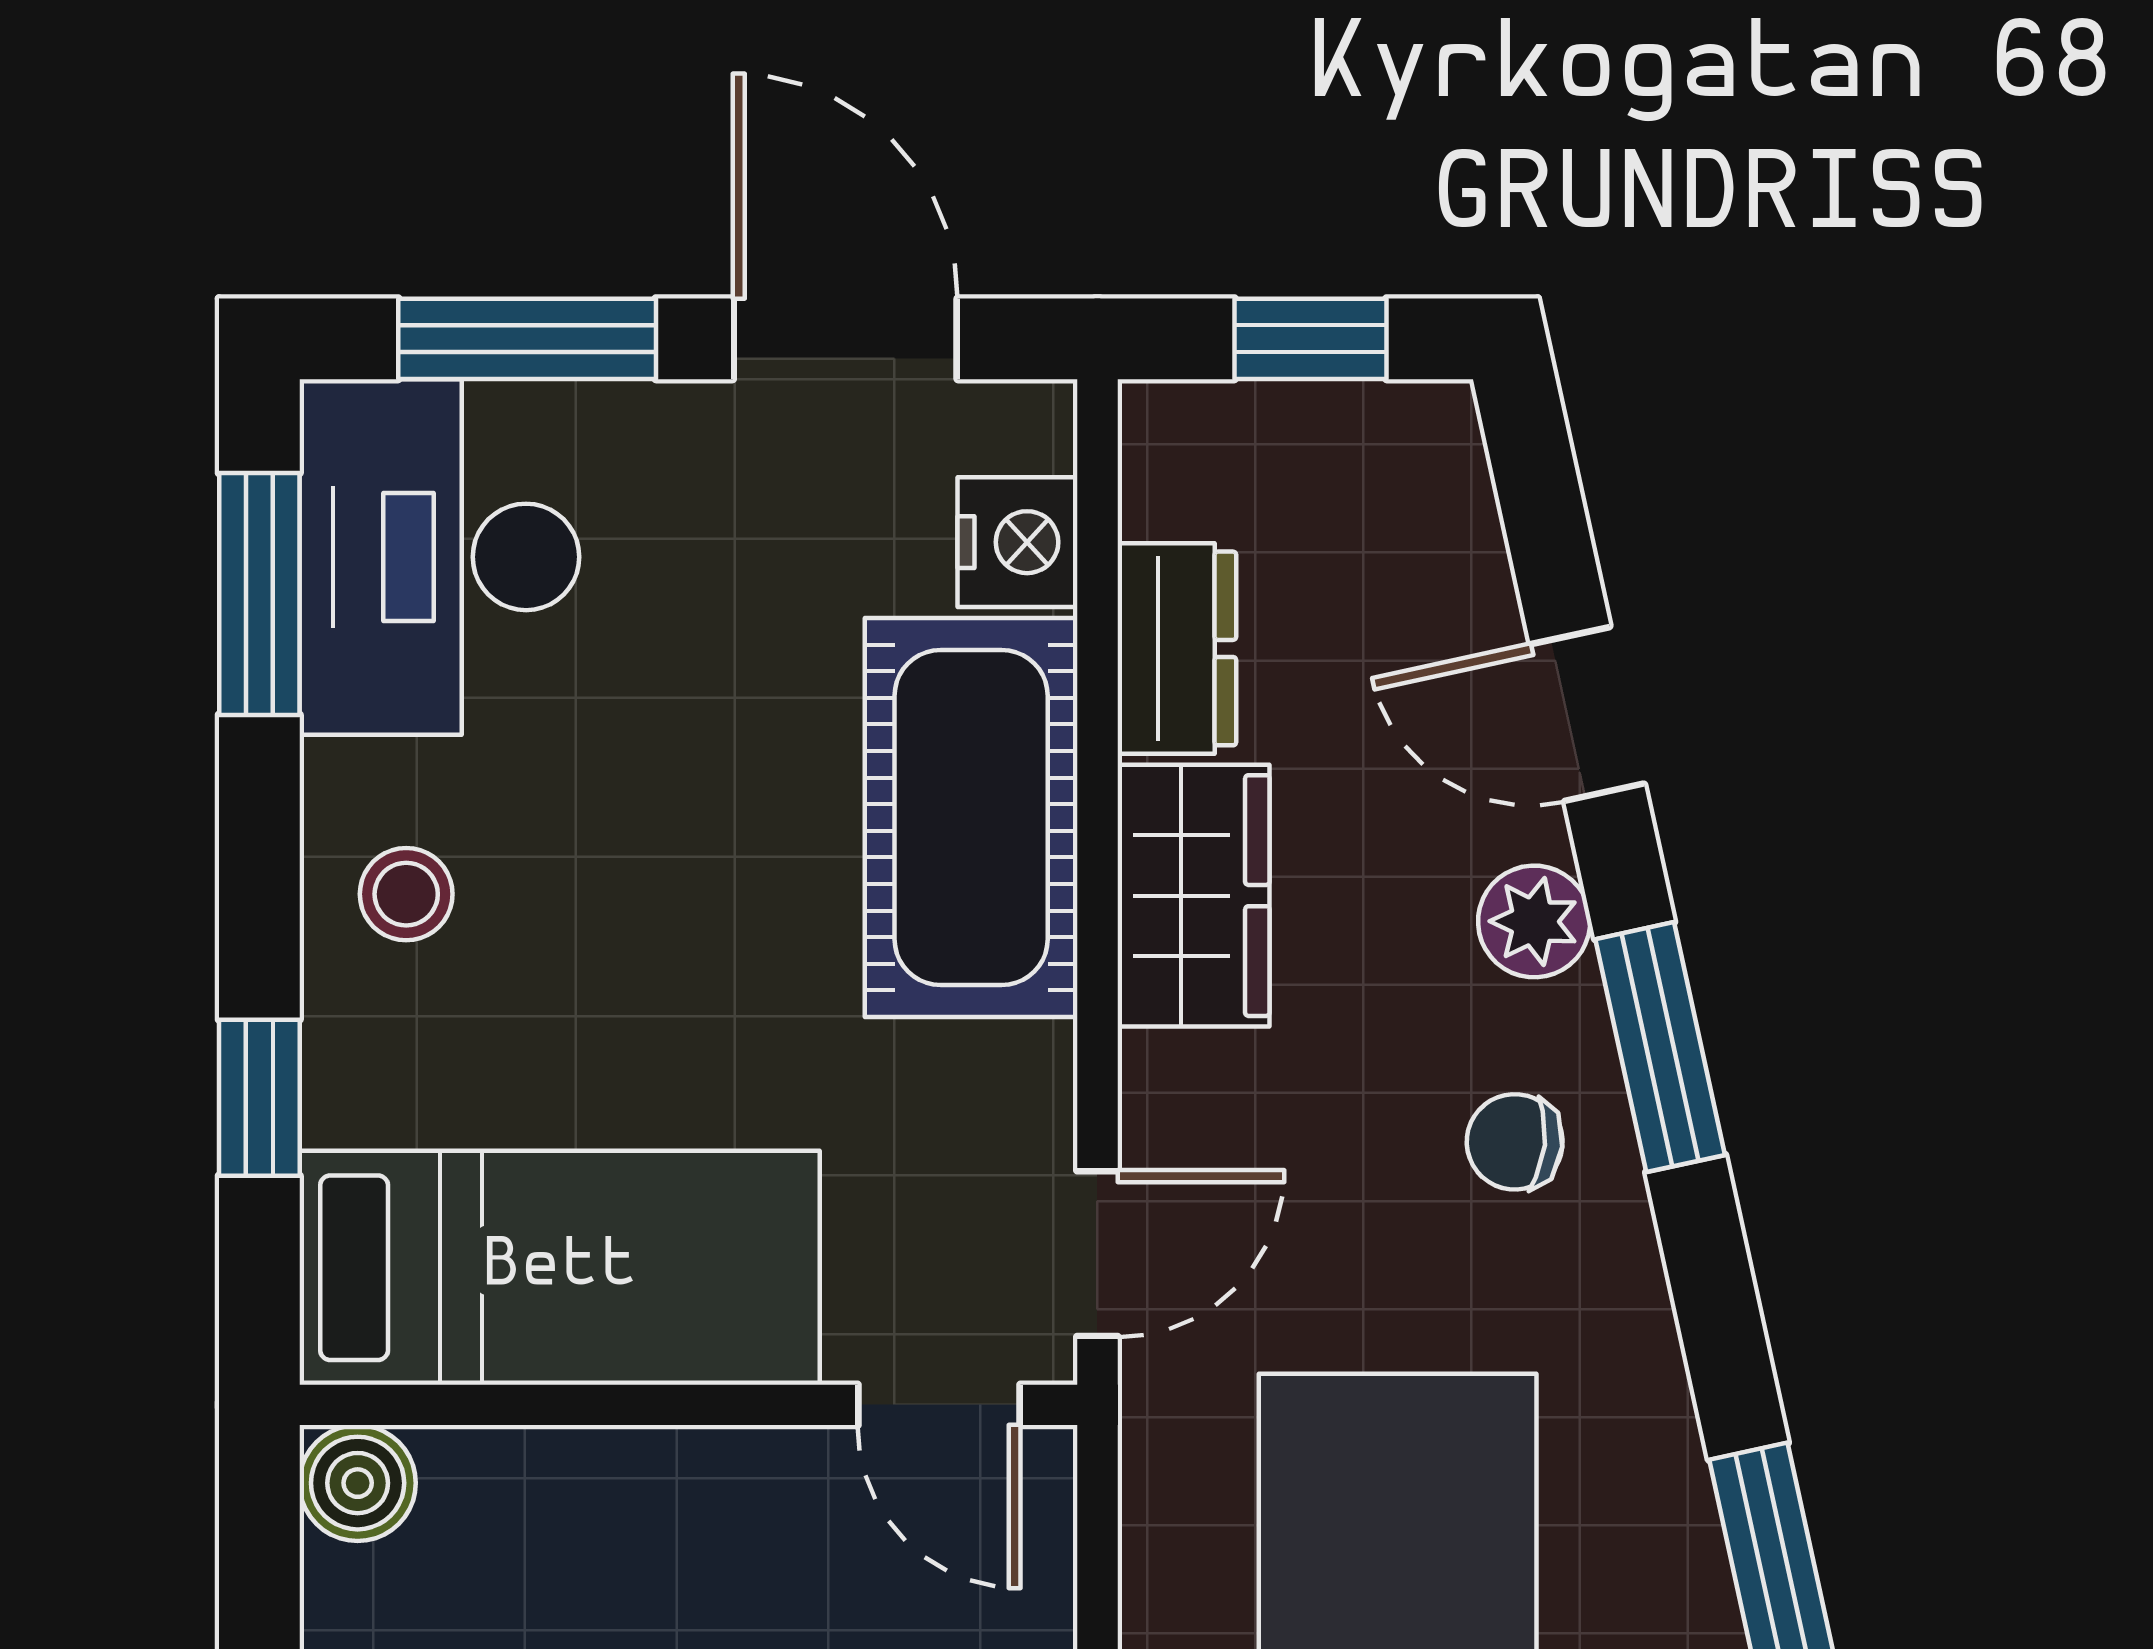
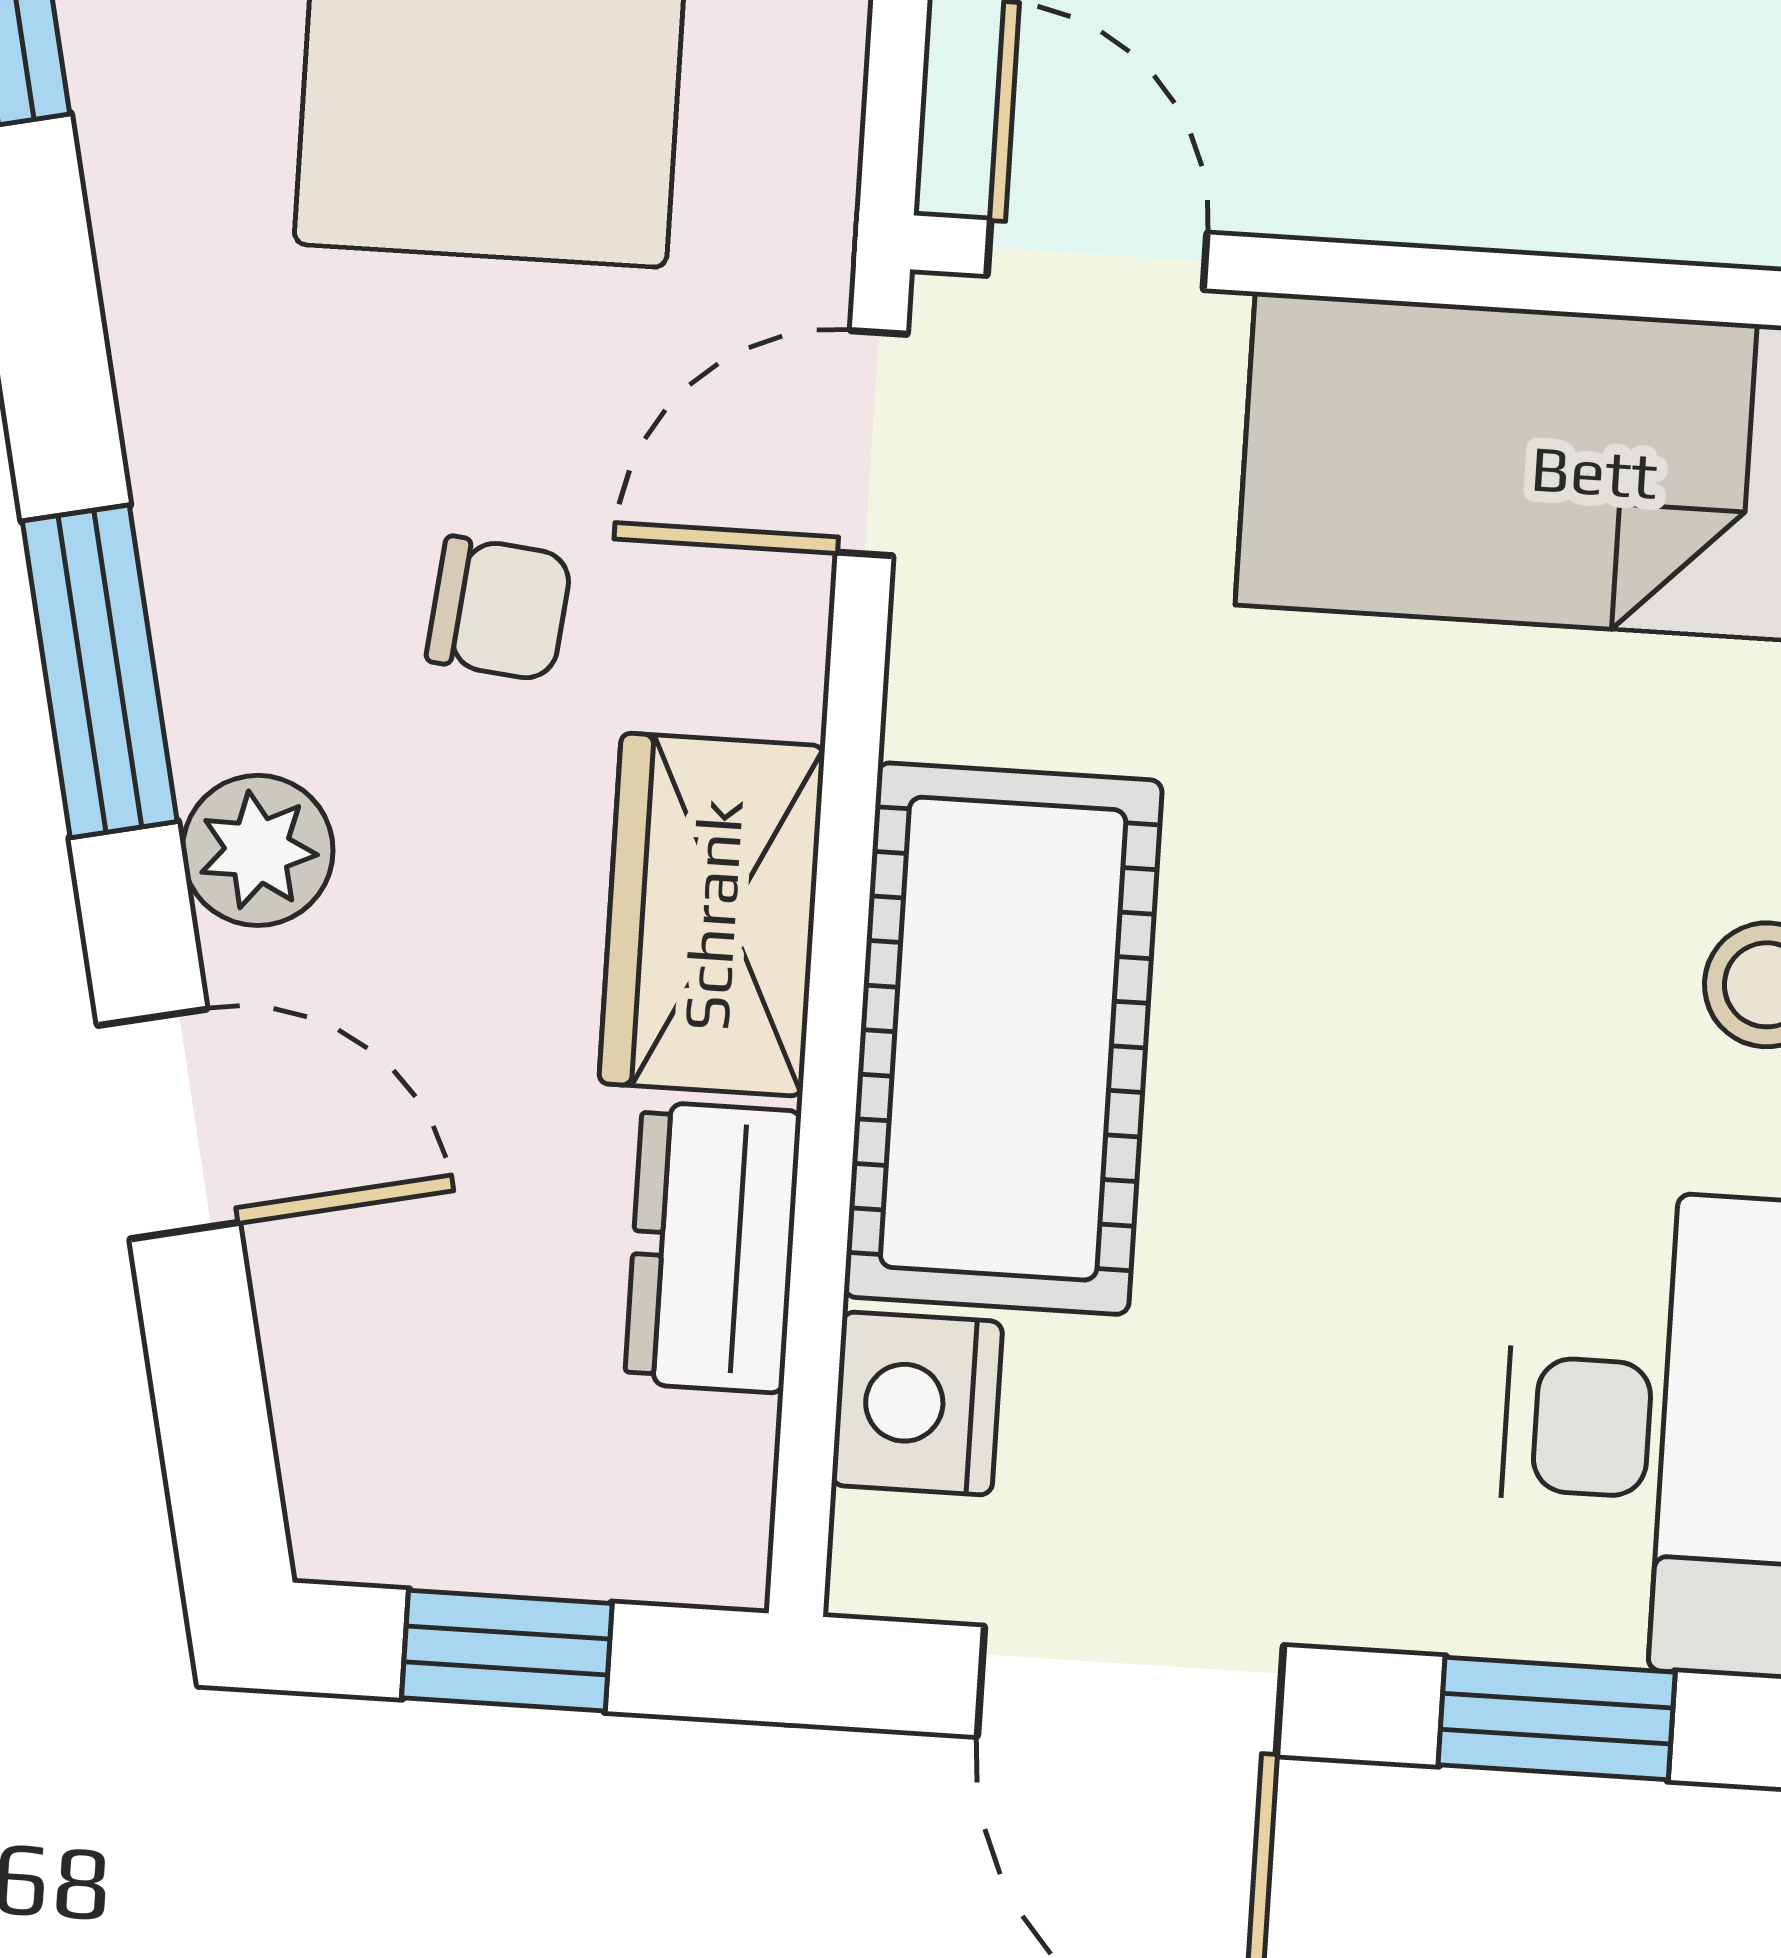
window: (527, 339) -> (1557, 1718), width x0.67
chair: (1515, 1142) -> (499, 609), moved

